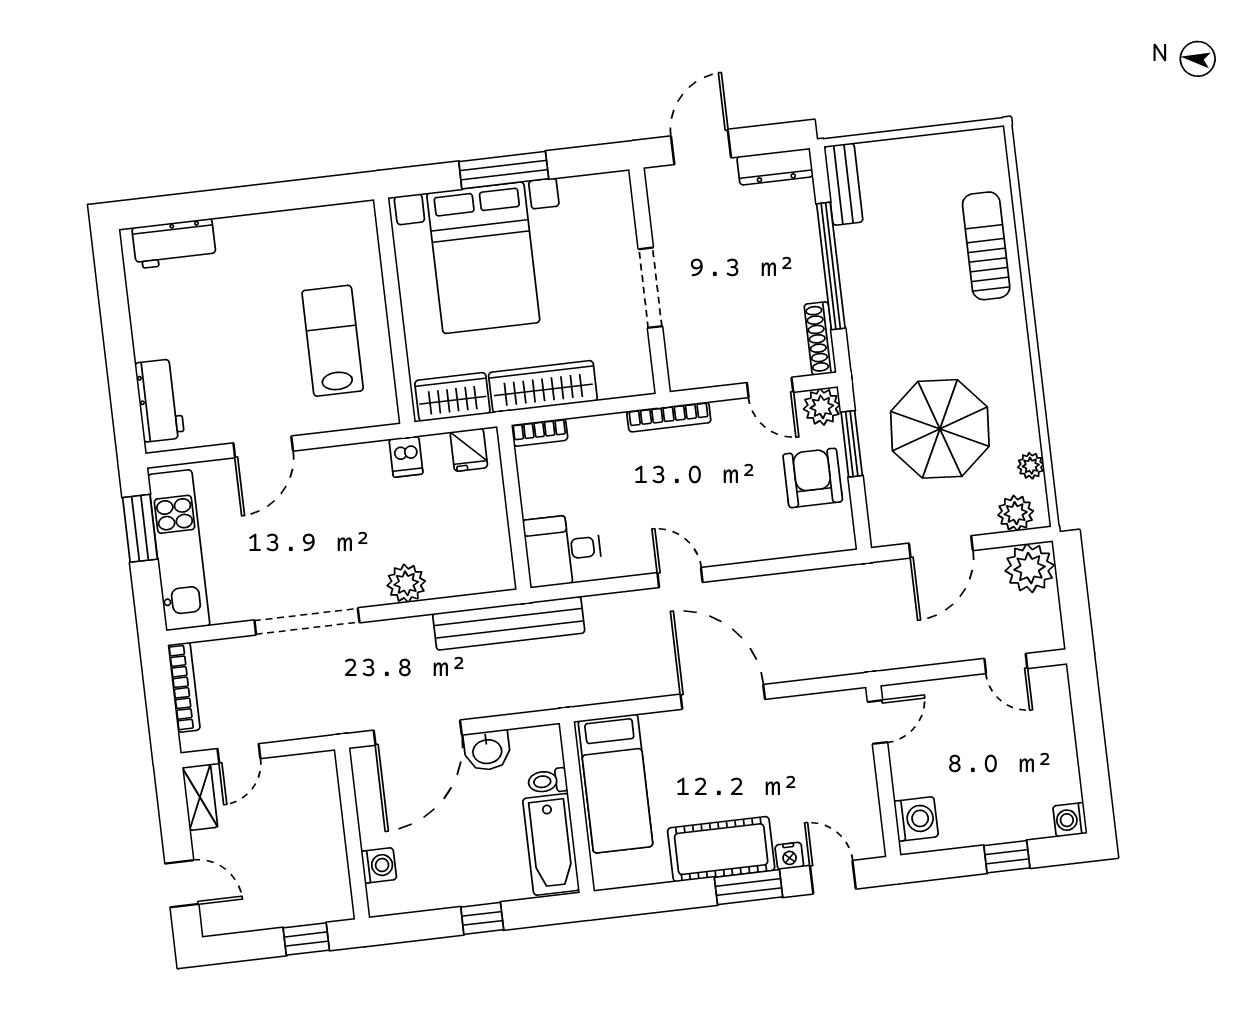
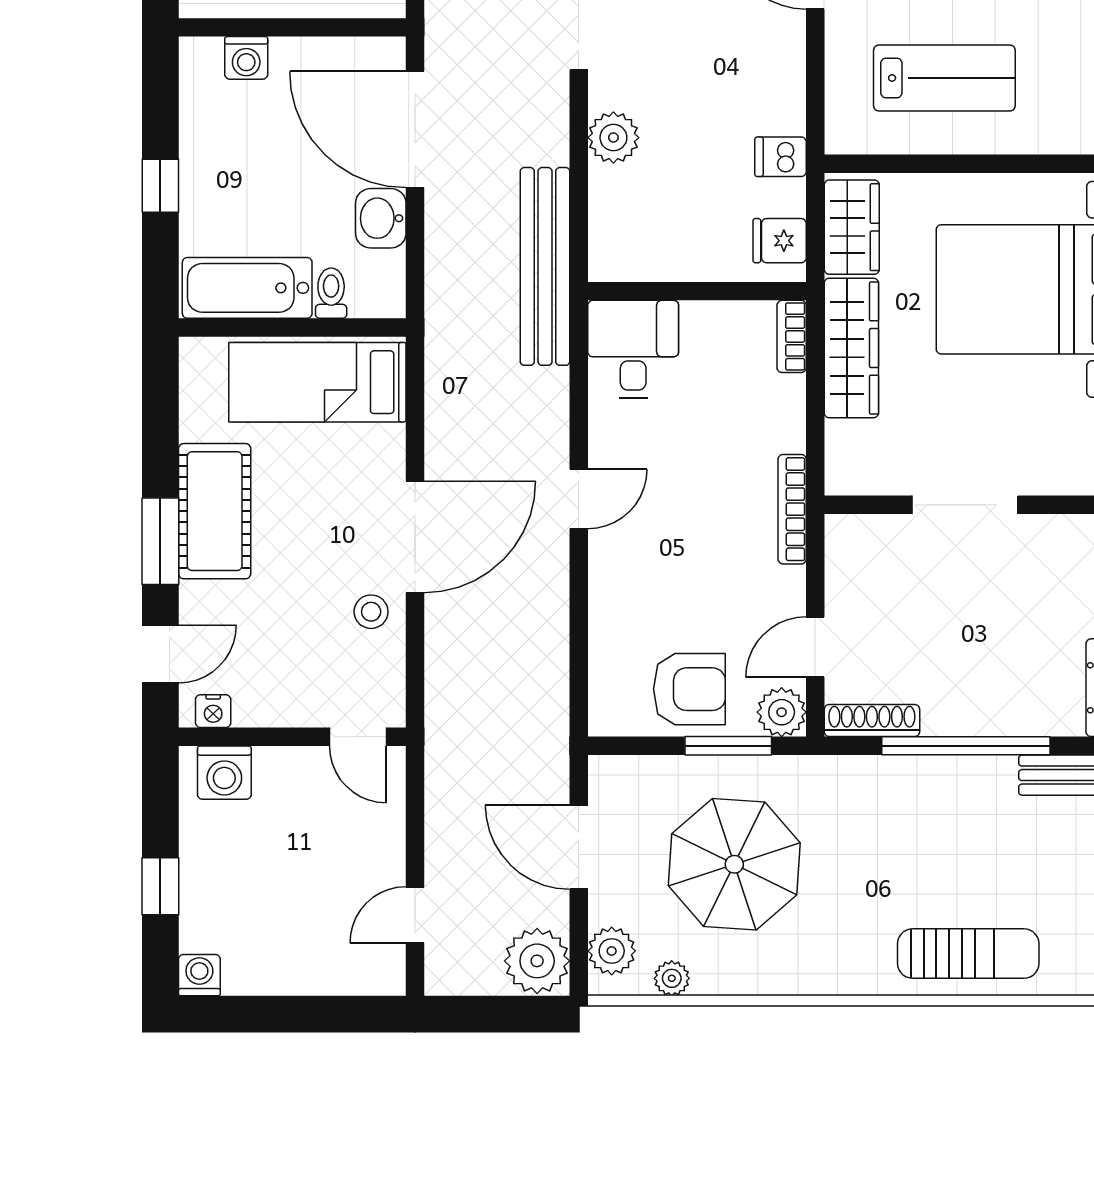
stool: (783, 723) -> (371, 612), added
nightstand: (789, 856) -> (213, 711), moved, turned -90

